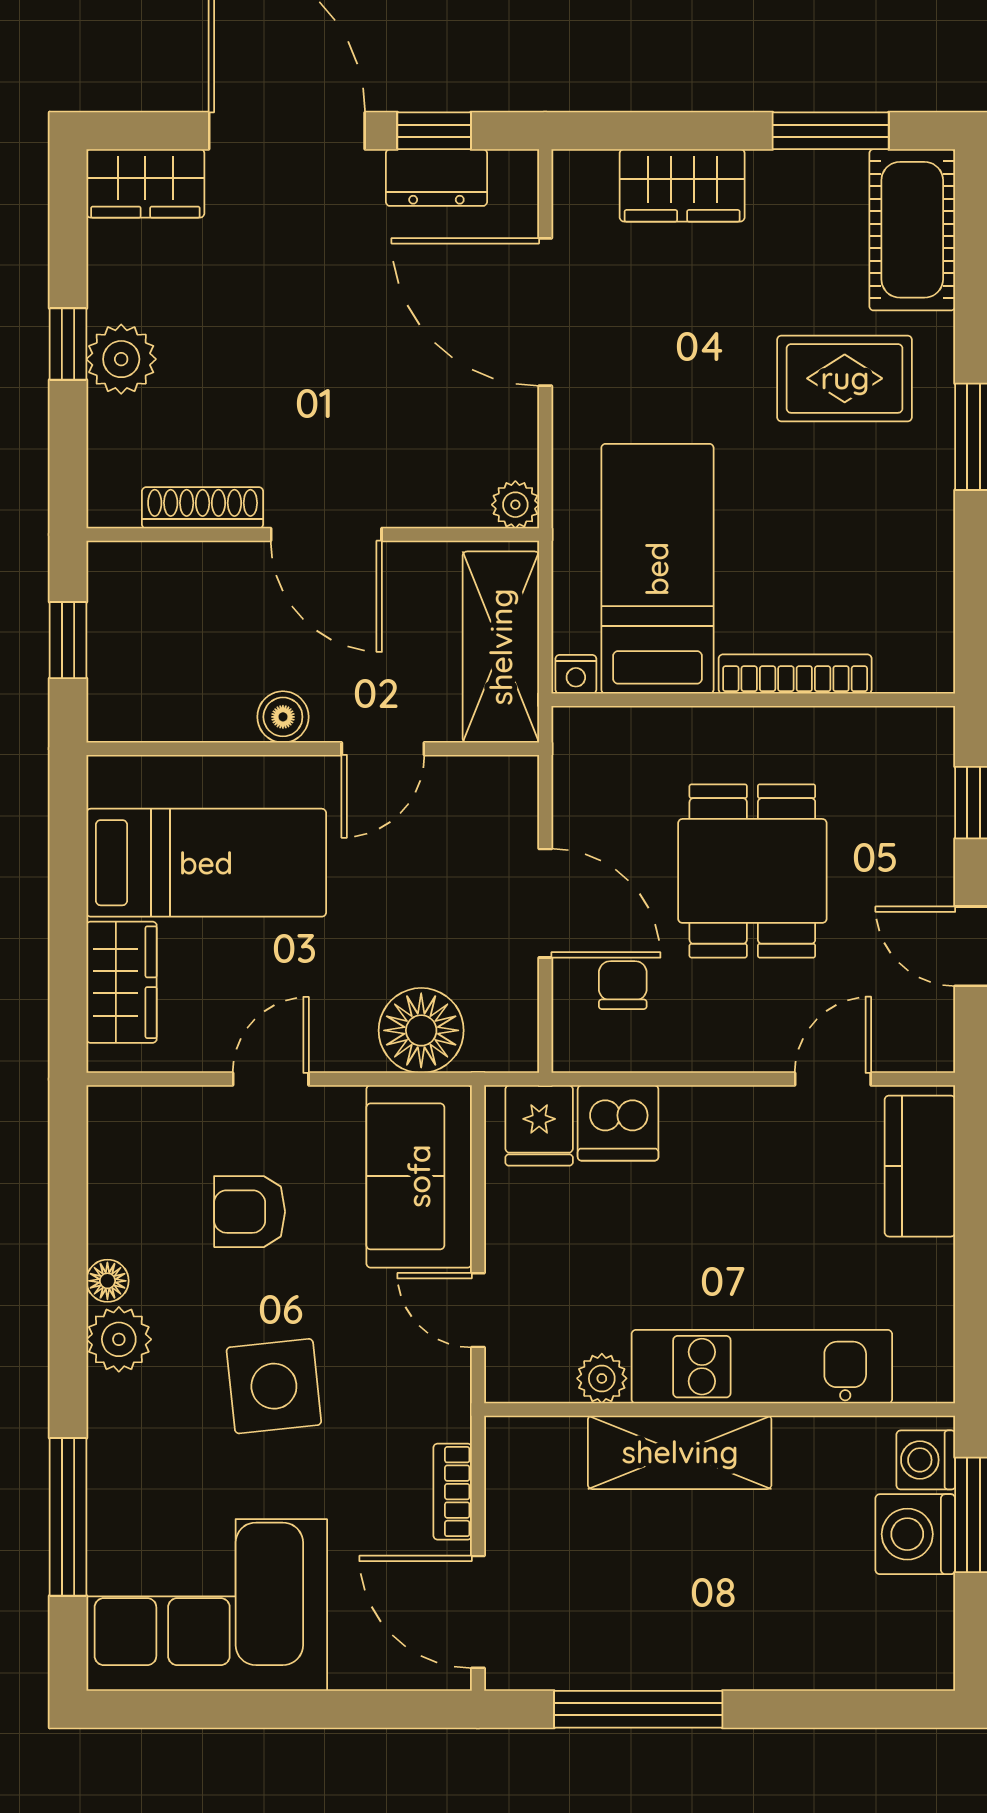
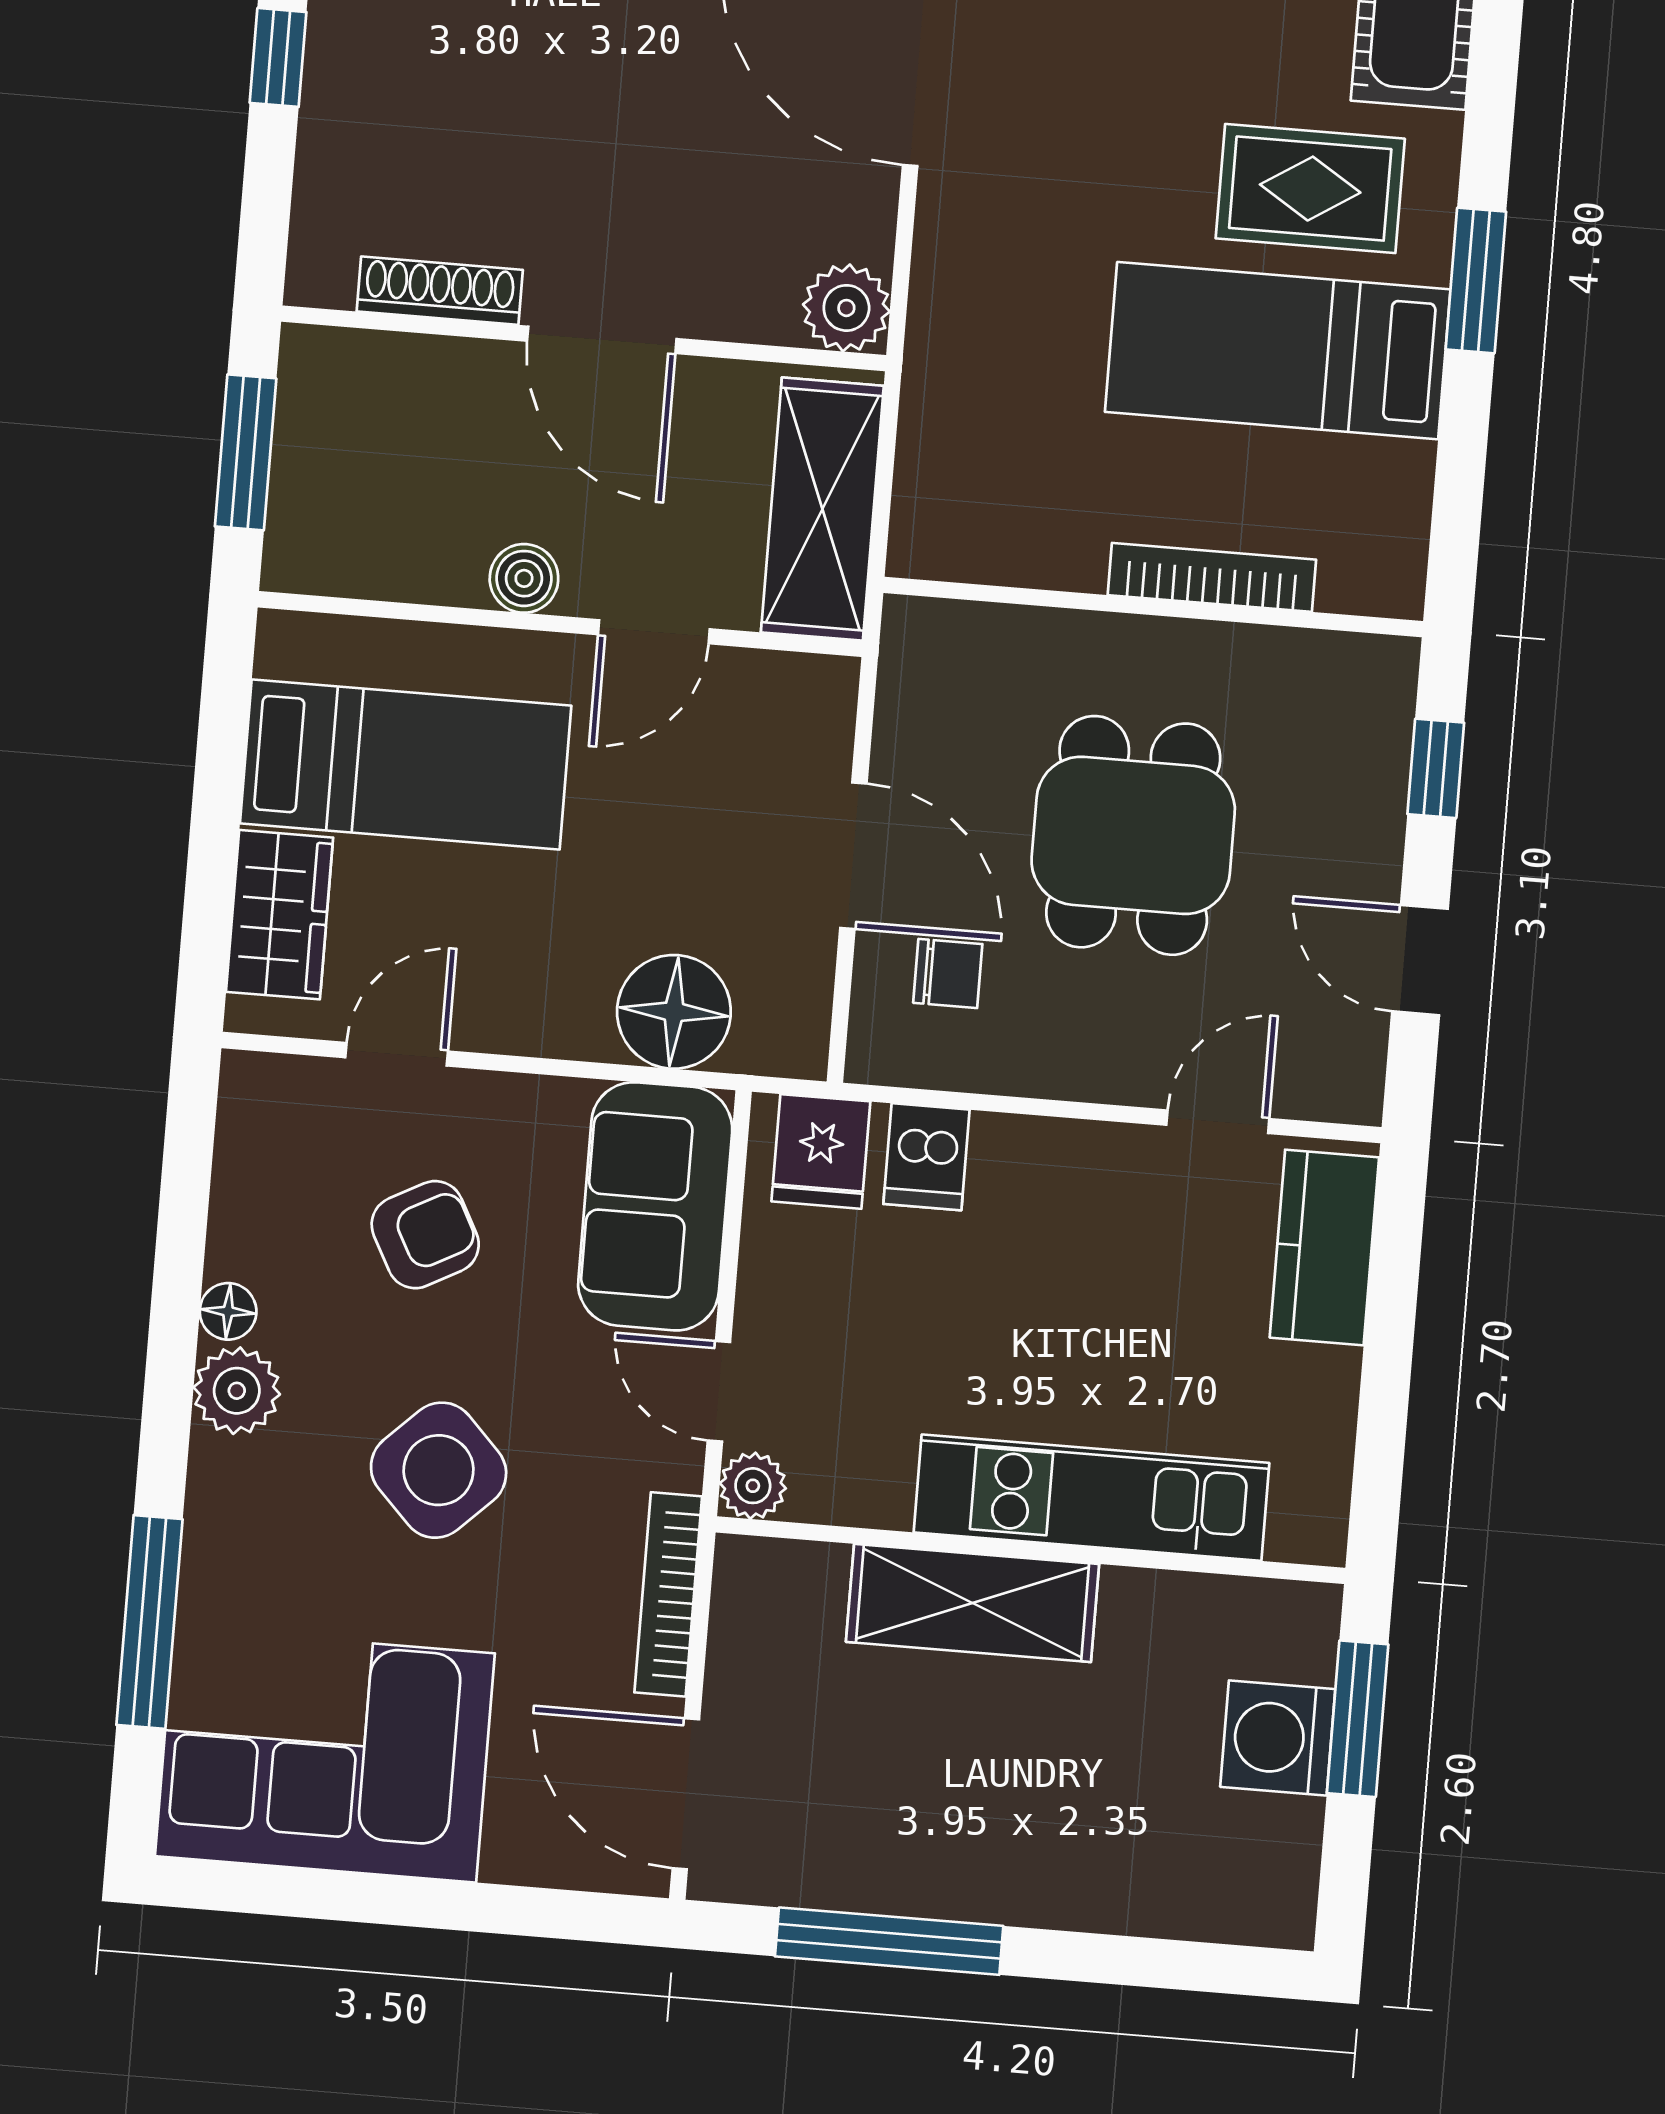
plant: (121, 359) -> (347, 83), removed
plant: (515, 505) -> (846, 308), width x1.38, depth x1.38
bed: (657, 569) -> (1278, 351), moved, turned -90
window: (68, 640) -> (246, 452), width x1.50
nightstand: (576, 674) -> (919, 554), removed
chair: (623, 985) -> (948, 973), turned 90
door: (271, 1079) -> (397, 1054), moved
dishwasher: (618, 1123) -> (926, 1157), width x0.73
armchair: (250, 1212) -> (425, 1235), turned 152
plant: (602, 1378) -> (753, 1486), moved
side table: (274, 1386) -> (439, 1470), turned -38
washing machine: (926, 1460) -> (1300, 1640), removed
bookcase: (453, 1492) -> (668, 1594), width x1.56

